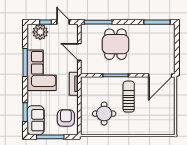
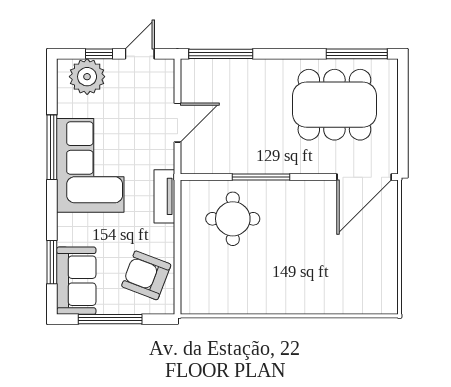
door: (63, 22) -> (140, 54), hinge flipped
dining table: (116, 44) -> (334, 105), moved, width x1.37
door: (79, 52) -> (177, 123), swing flipped
sun lounger: (129, 97) -> (291, 226), removed
round table: (104, 114) -> (233, 219), moved
armchair: (66, 118) -> (146, 275), turned -69

